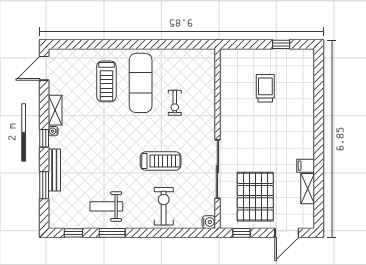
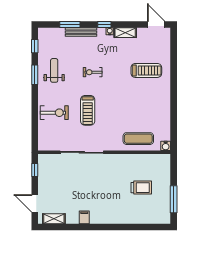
window: (281, 44) -> (174, 199), width x2.17
treadmill: (106, 81) -> (146, 70), turned 180
exercise mat: (141, 83) -> (138, 139), moved, width x0.73, depth x0.69
exercise bike: (175, 103) -> (93, 72), moved
shelving: (308, 189) -> (54, 219), moved
pallet: (255, 197) -> (61, 180), removed
water cooler: (209, 222) -> (166, 146), moved

